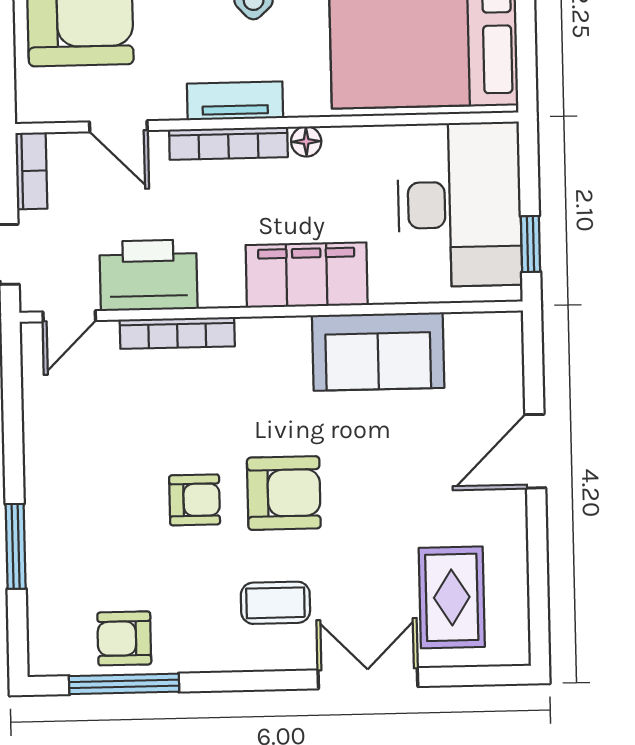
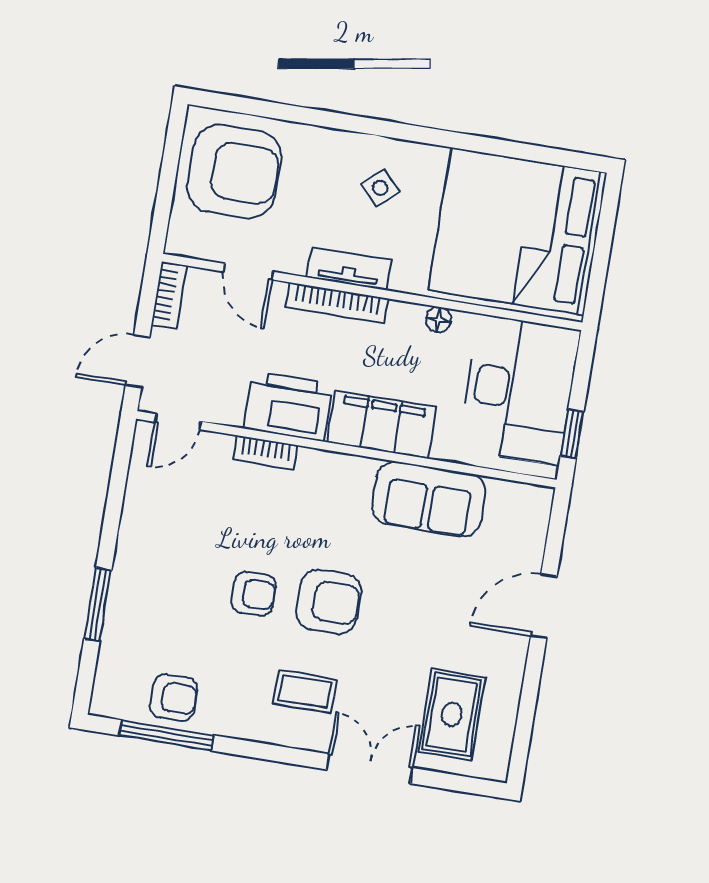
floor lamp: (306, 142) -> (438, 320), moved
printer: (148, 275) -> (288, 406), moved
bookcase: (177, 333) -> (265, 452), width x0.64
armchair: (124, 638) -> (174, 698), turned 180

